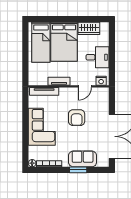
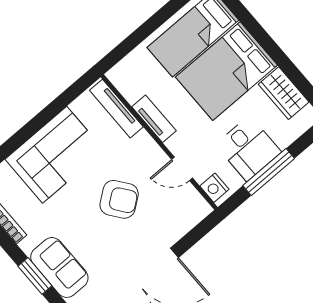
window: (112, 57) -> (269, 172), added
armchair: (77, 118) -> (119, 199), turned -127

